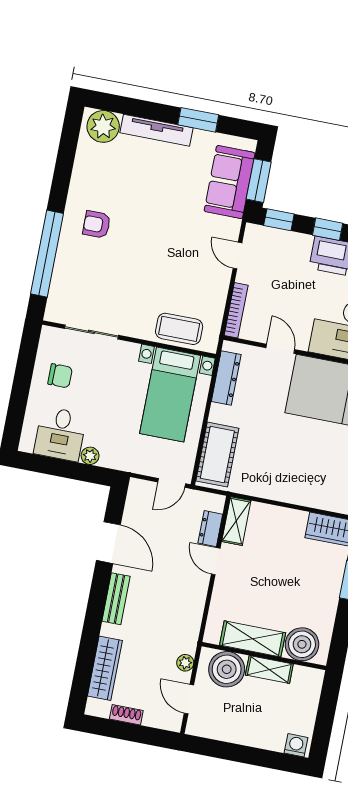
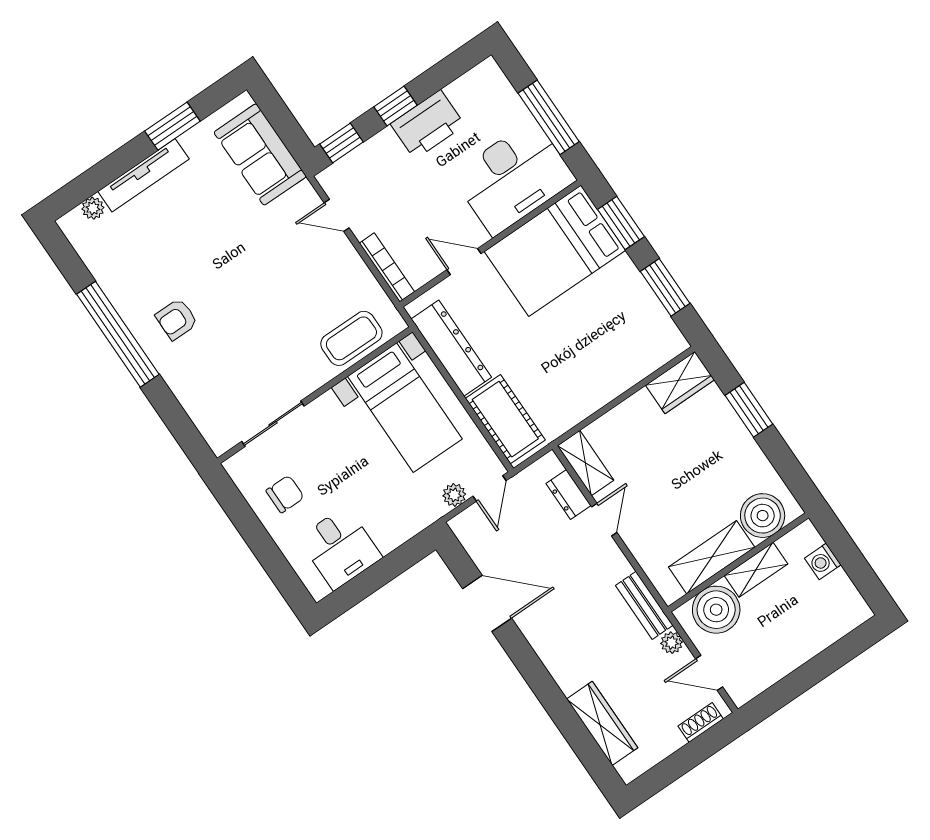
plant: (103, 126) -> (93, 208), width x0.53, depth x0.53
window: (259, 181) -> (286, 126), removed
window: (47, 254) -> (118, 334), moved
dresser: (226, 378) -> (451, 348), width x1.37, depth x1.24
plant: (90, 456) -> (454, 495), moved
door: (216, 561) -> (604, 520), swing flipped
bench: (116, 599) -> (644, 605), moved
shoe rack: (126, 715) -> (701, 722), moved
washing machine: (296, 745) -> (823, 561), moved, turned -90

